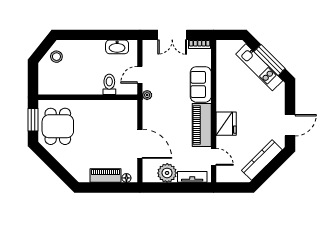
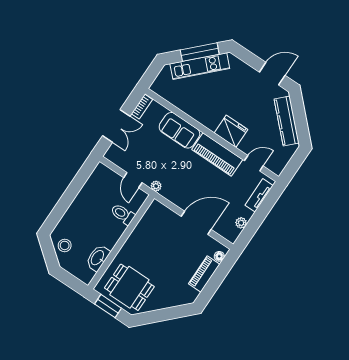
washbasin: (117, 47) -> (98, 258), moved, turned 180
door: (290, 125) -> (272, 74), hinge flipped
plant: (167, 173) -> (241, 223), width x0.53, depth x0.53

